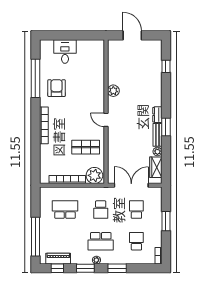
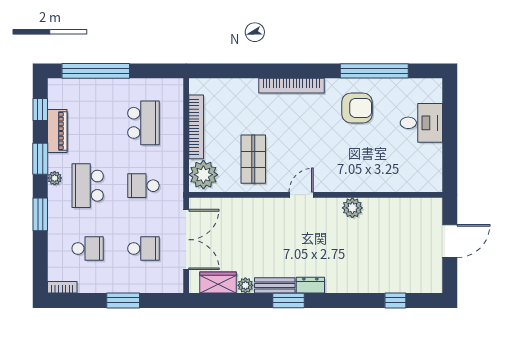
piano: (58, 259) -> (57, 131), moved

